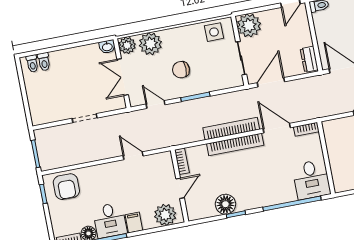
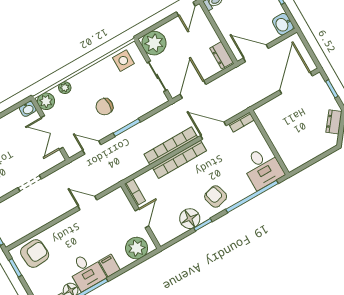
plant: (150, 44) -> (65, 88), width x0.53, depth x0.53
armchair: (66, 187) -> (35, 254), turned -94
armchair: (257, 192) -> (216, 196), added

